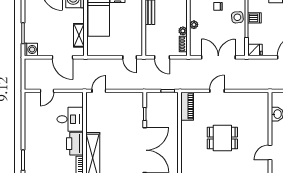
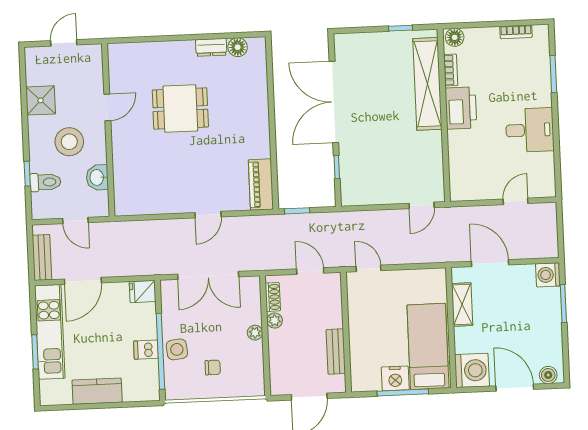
desk: (70, 119) -> (530, 130), moved, turned 180
dining table: (222, 138) -> (180, 109), moved

